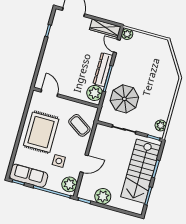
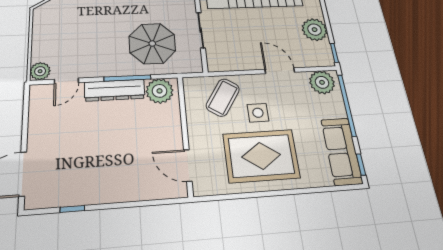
wardrobe: (105, 28) -> (39, 109), removed
door: (49, 93) -> (188, 165), hinge flipped
side table: (59, 161) -> (258, 113), moved

